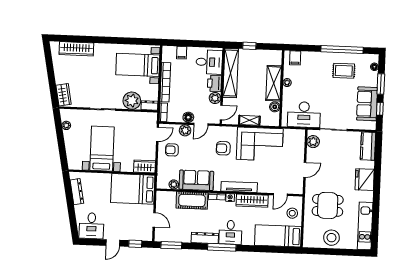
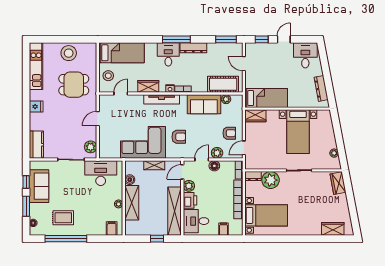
wardrobe: (76, 49) -> (333, 229), width x0.67
fridge: (365, 180) -> (36, 107), width x0.53, depth x0.75
bed: (133, 189) -> (266, 98), width x0.67
cot: (192, 200) -> (223, 84), moved
wardrobe: (252, 201) -> (148, 86), width x0.67

